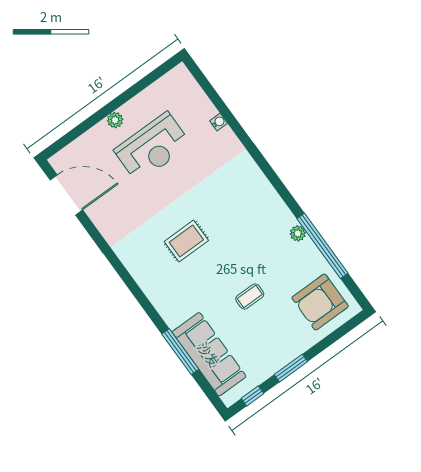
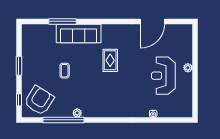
door: (66, 195) -> (152, 21), moved
armchair: (320, 302) -> (39, 100), turned 32
sofa: (209, 354) -> (79, 33), moved
window: (253, 396) -> (19, 100), moved

